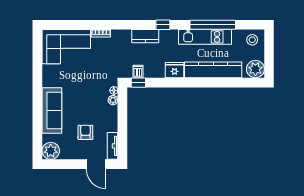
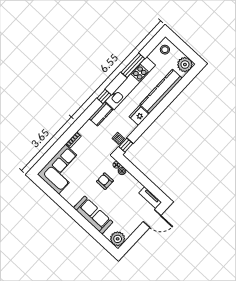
window: (213, 25) -> (133, 65), width x0.68
kitchen unit: (205, 37) -> (130, 83), width x1.36
armchair: (85, 132) -> (105, 181), moved

